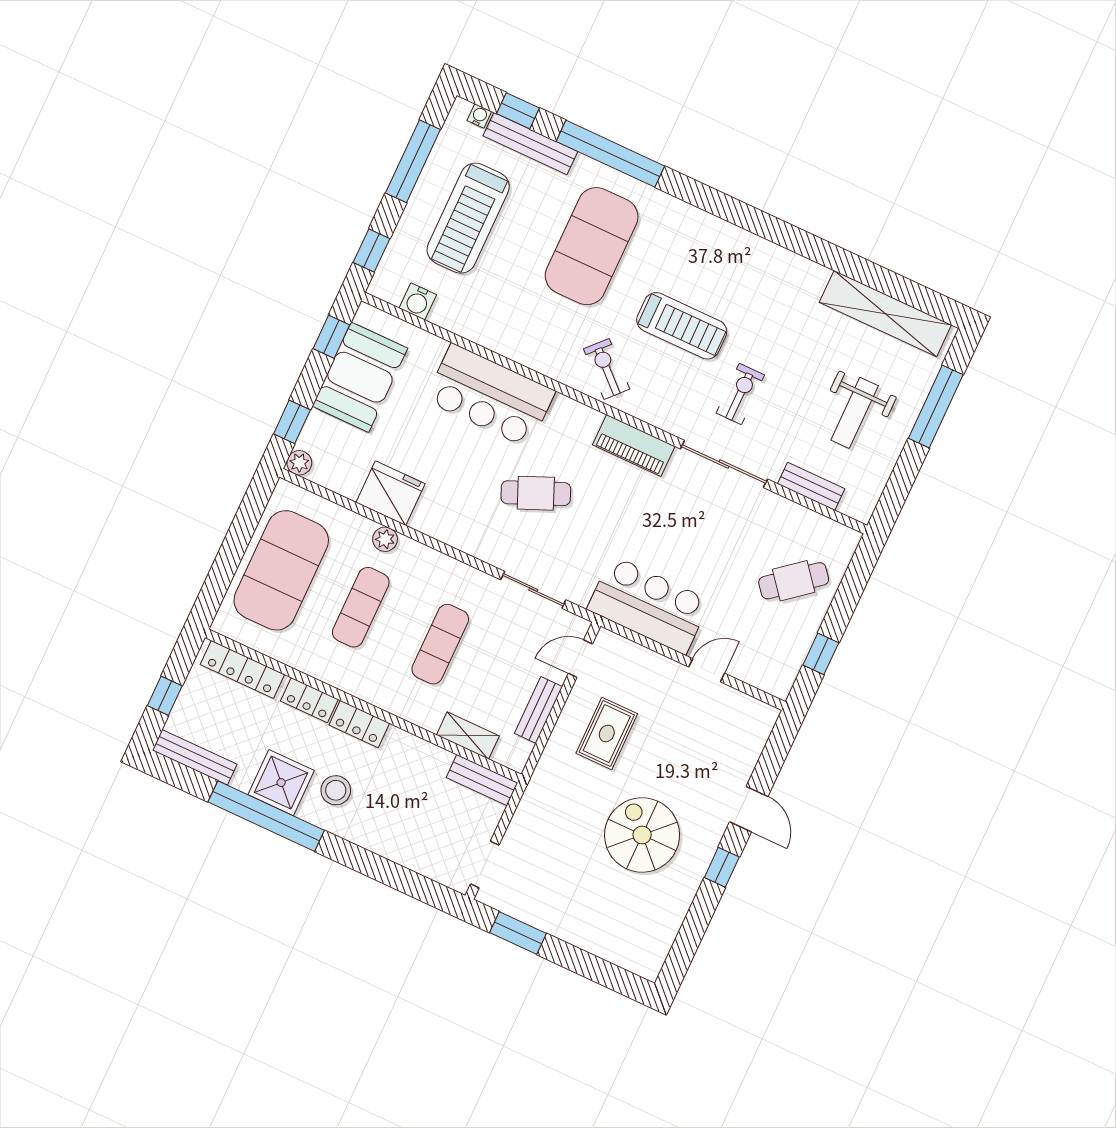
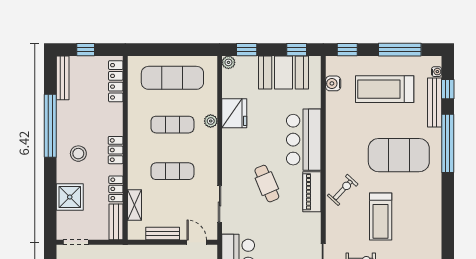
piano: (634, 445) -> (312, 192), moved
exercise mat: (281, 570) -> (172, 78), width x0.68
locker: (309, 700) -> (116, 189), moved
shower: (281, 783) -> (70, 197), moved

